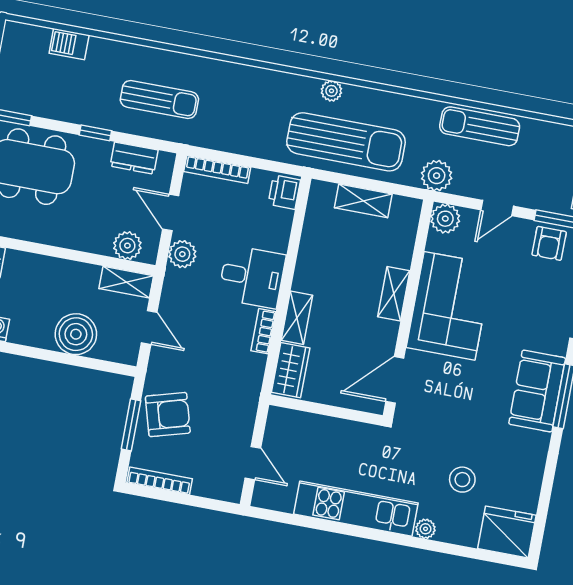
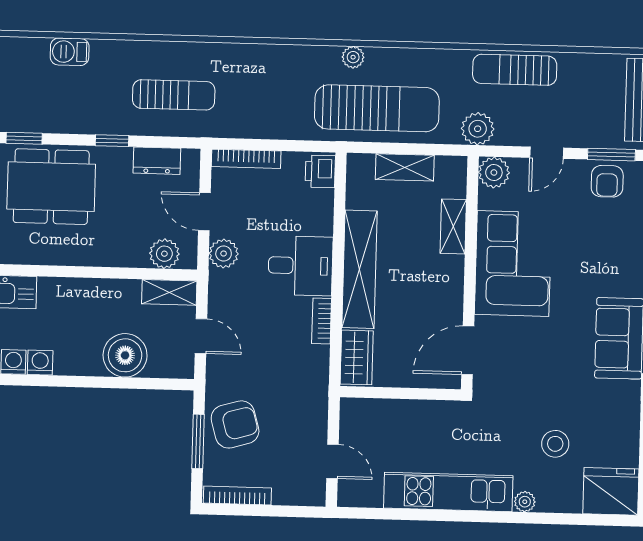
shelving: (394, 294) -> (453, 226), moved
shelving: (297, 318) -> (360, 269), width x2.20, depth x1.33

